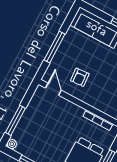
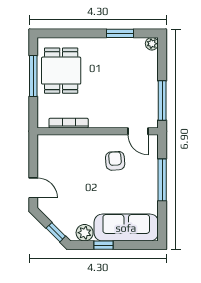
window: (15, 120) -> (162, 101), moved

